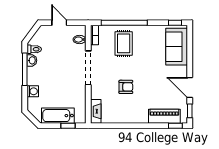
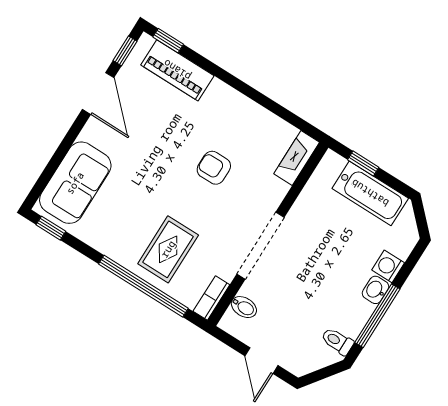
washbasin: (32, 60) -> (375, 290), moved

